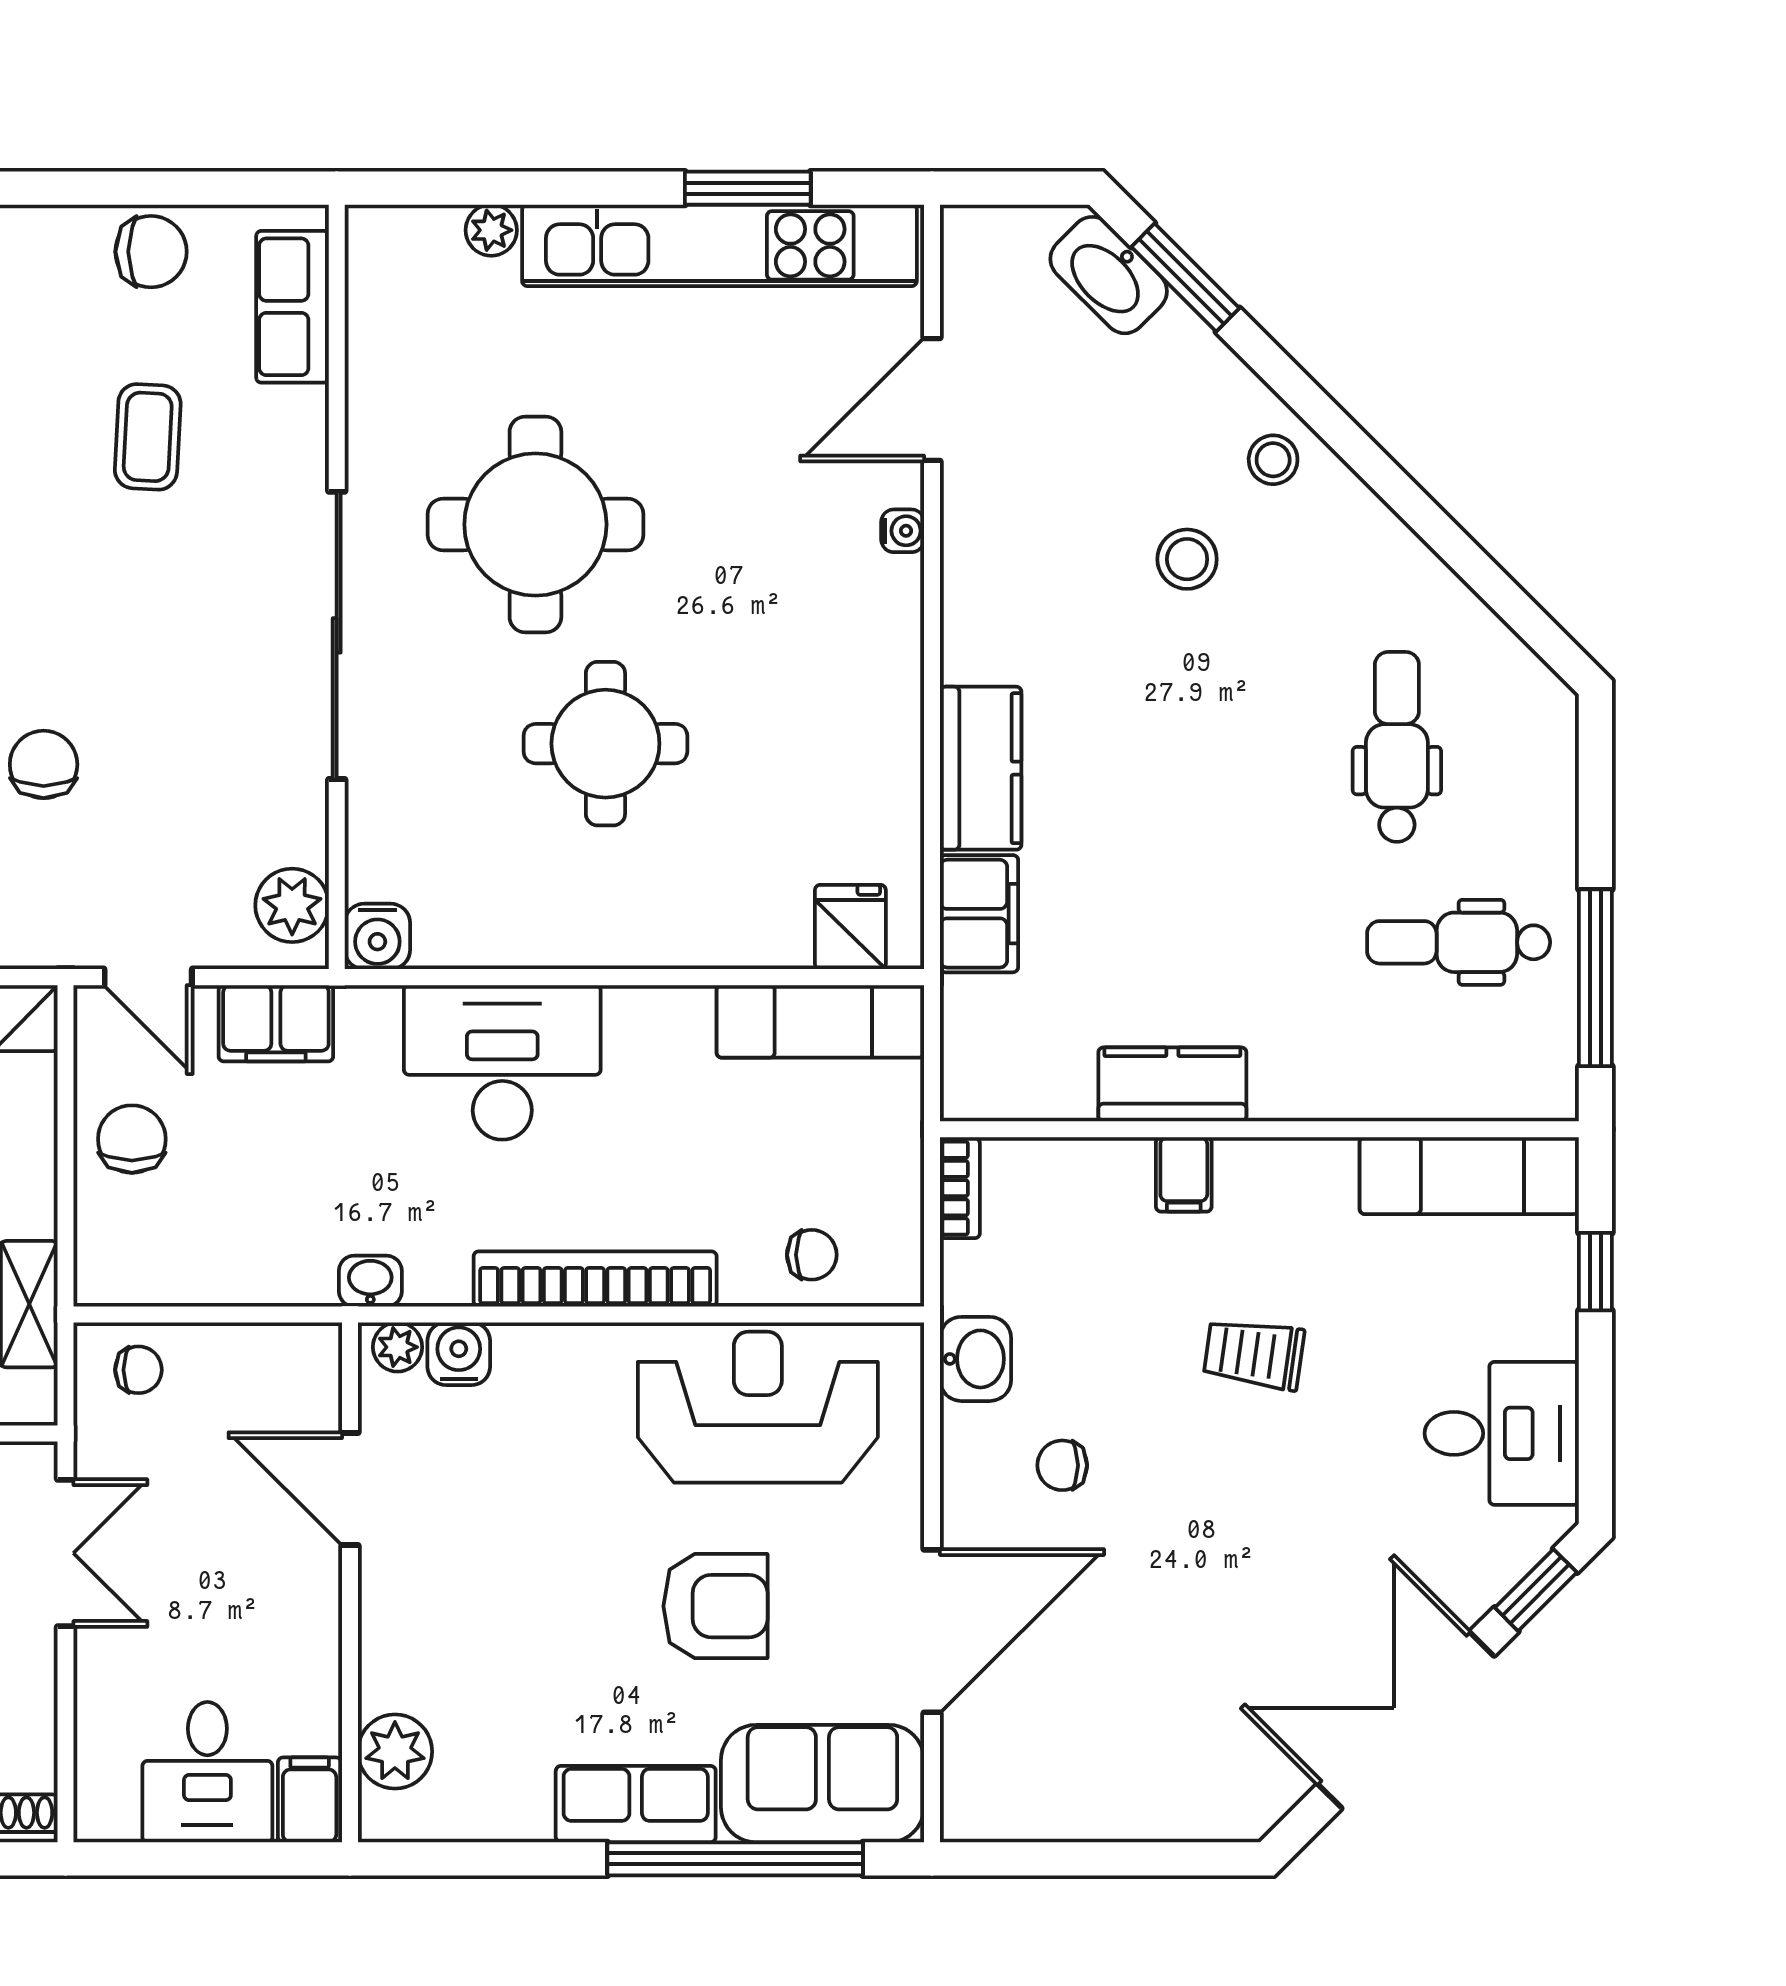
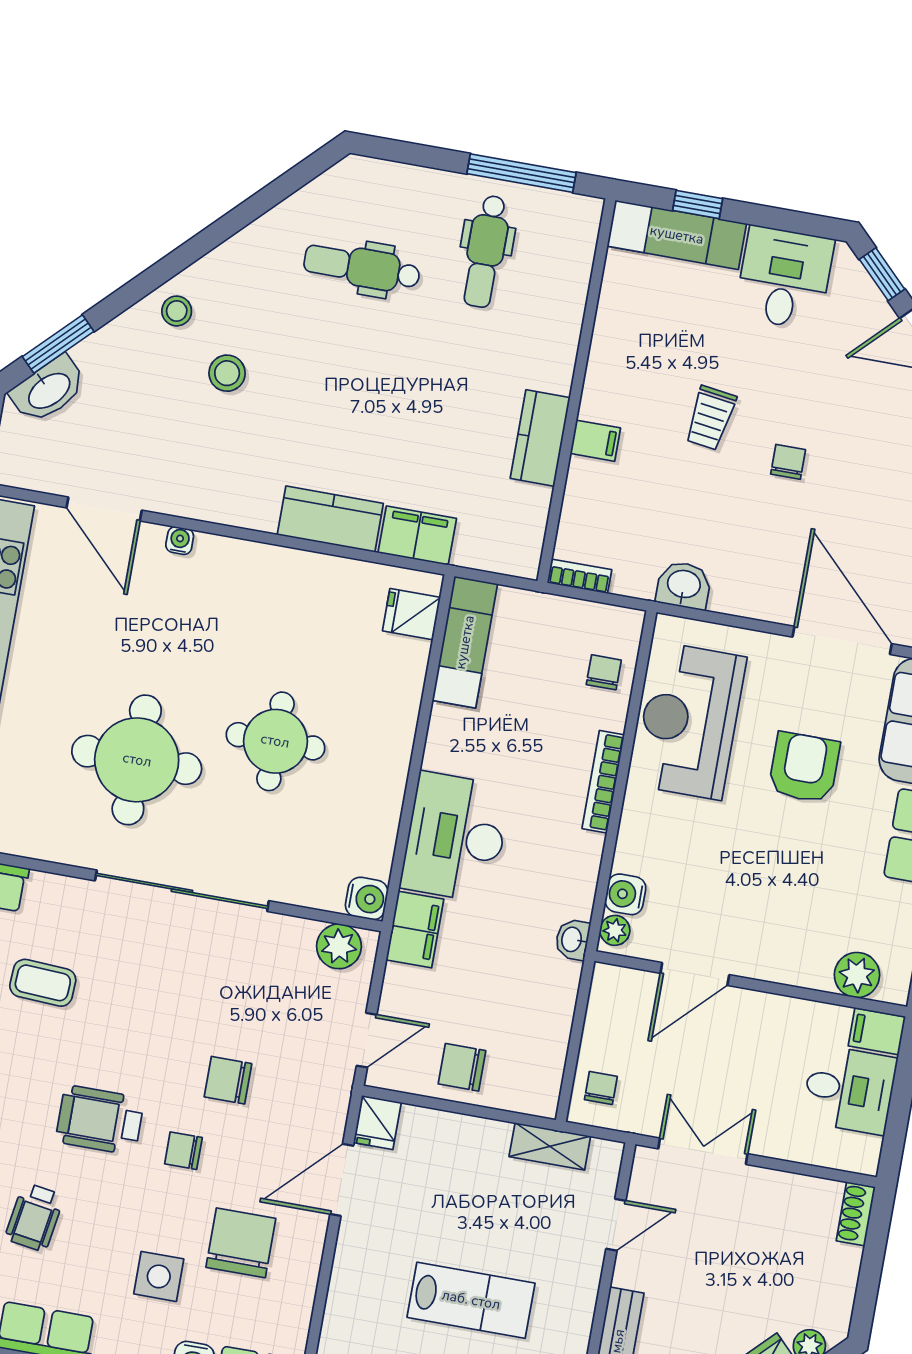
filing cabinet: (276, 1023) -> (415, 929), moved
exam couch: (1469, 1176) -> (677, 235), moved, turned 90
bookcase: (595, 1279) -> (603, 782), width x0.68, depth x0.76
chair: (1062, 1465) -> (788, 462), moved, turned 180

